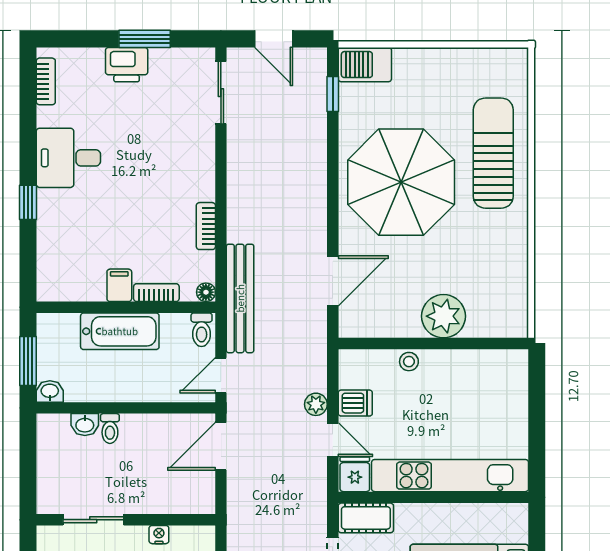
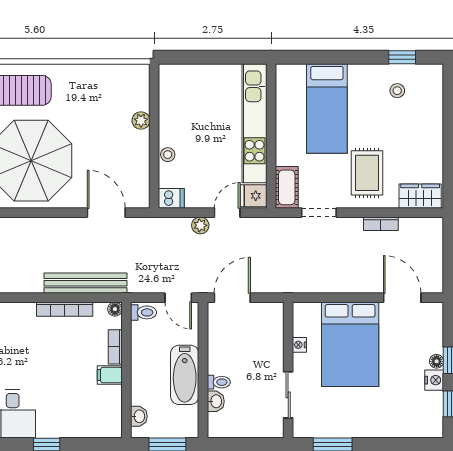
bookcase: (206, 226) -> (65, 309), width x1.56
bench: (240, 298) -> (85, 283), moved
plant: (443, 316) -> (141, 120), width x0.53, depth x0.53
bathtub: (120, 331) -> (185, 375), moved, turned 180
washbasin: (50, 391) -> (139, 416), moved, turned 180
dishwasher: (355, 403) -> (171, 198), moved, turned 90
door: (221, 446) -> (232, 298), swing flipped

